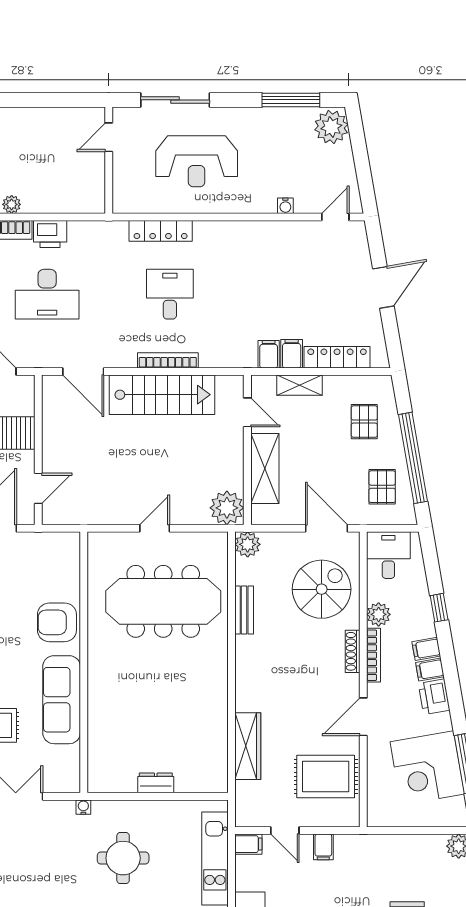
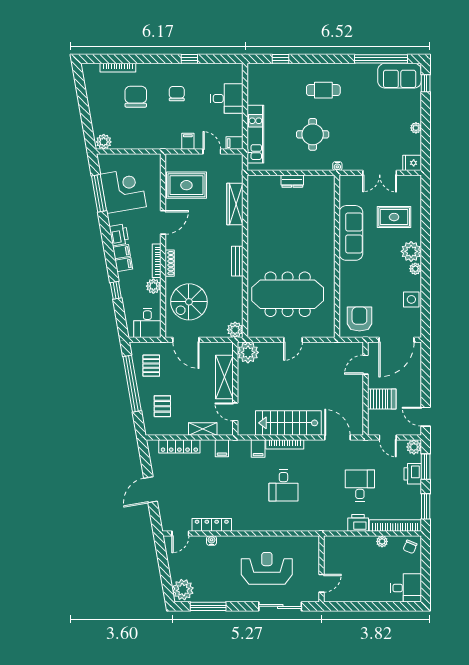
locker: (161, 231) -> (212, 525), moved
desk: (47, 294) -> (360, 486), width x0.73
filing cabinet: (292, 354) -> (258, 448), moved
bench: (244, 610) -> (237, 261), moved
armchair: (57, 622) -> (359, 319), moved, turned -90

